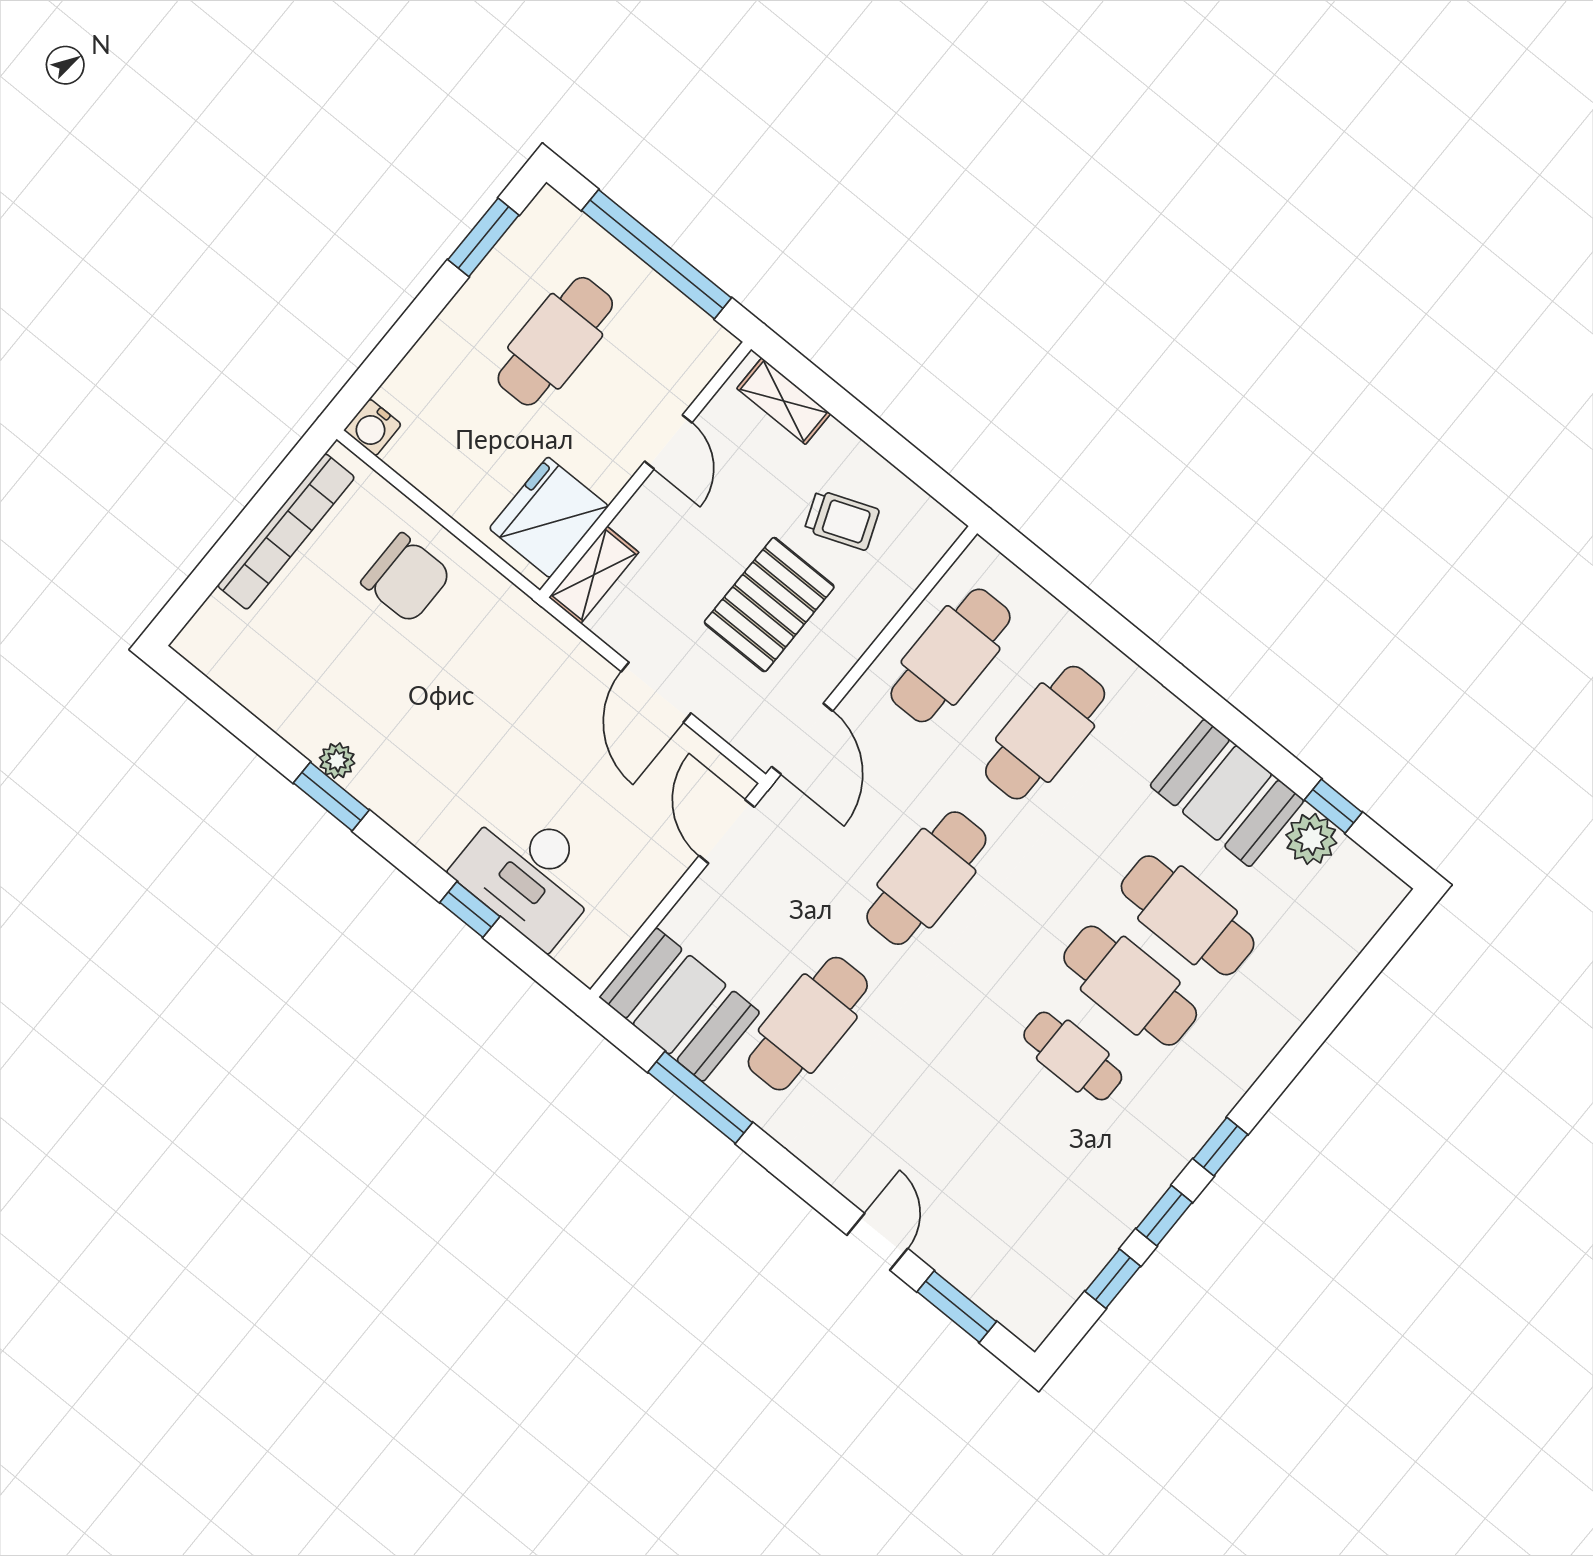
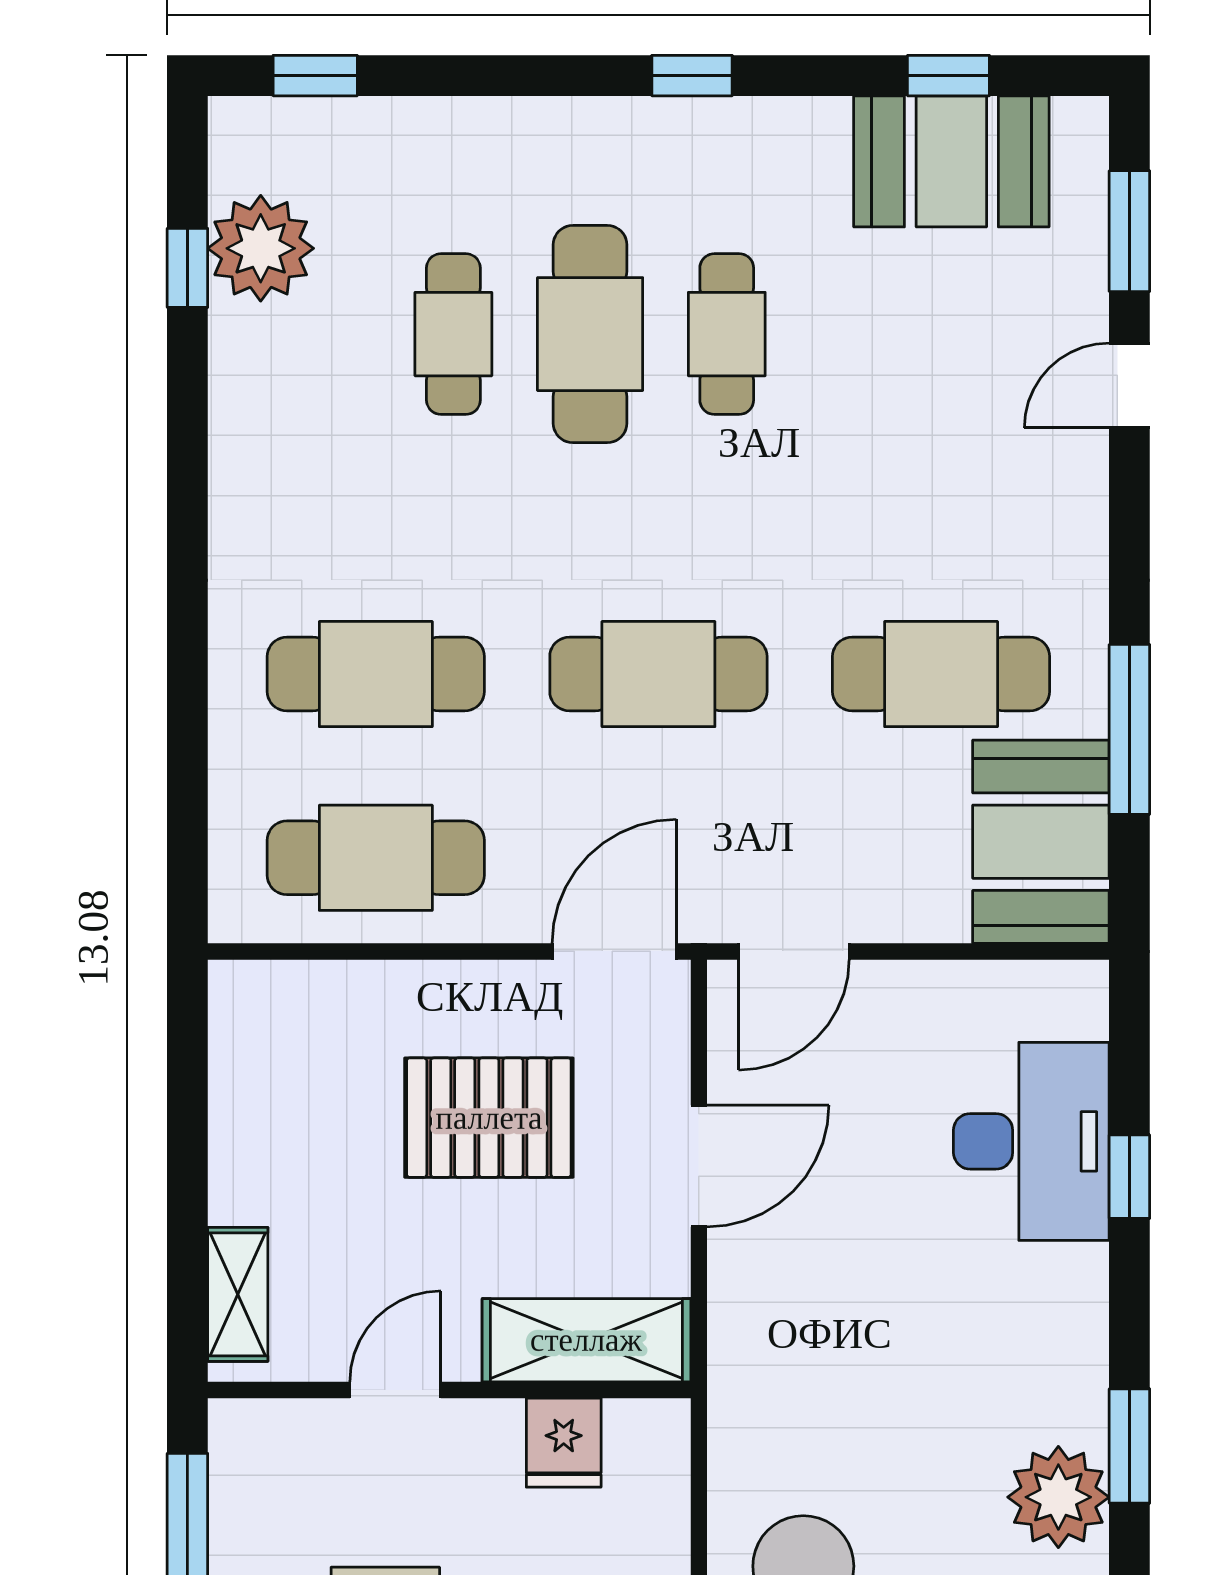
fridge: (549, 517) -> (564, 1443), width x0.53, depth x0.75
trolley: (842, 520) -> (321, 1113), removed
shelving: (594, 575) -> (586, 1340), width x1.50, depth x1.33
plant: (337, 761) -> (1058, 1497), width x1.88, depth x1.88
booth: (1227, 793) -> (951, 161), moved, turned 90
plant: (1311, 839) -> (261, 248), width x1.36, depth x1.36
cafe table: (1188, 915) -> (453, 334), width x0.73, depth x0.74
window: (1164, 1216) -> (315, 76), moved

